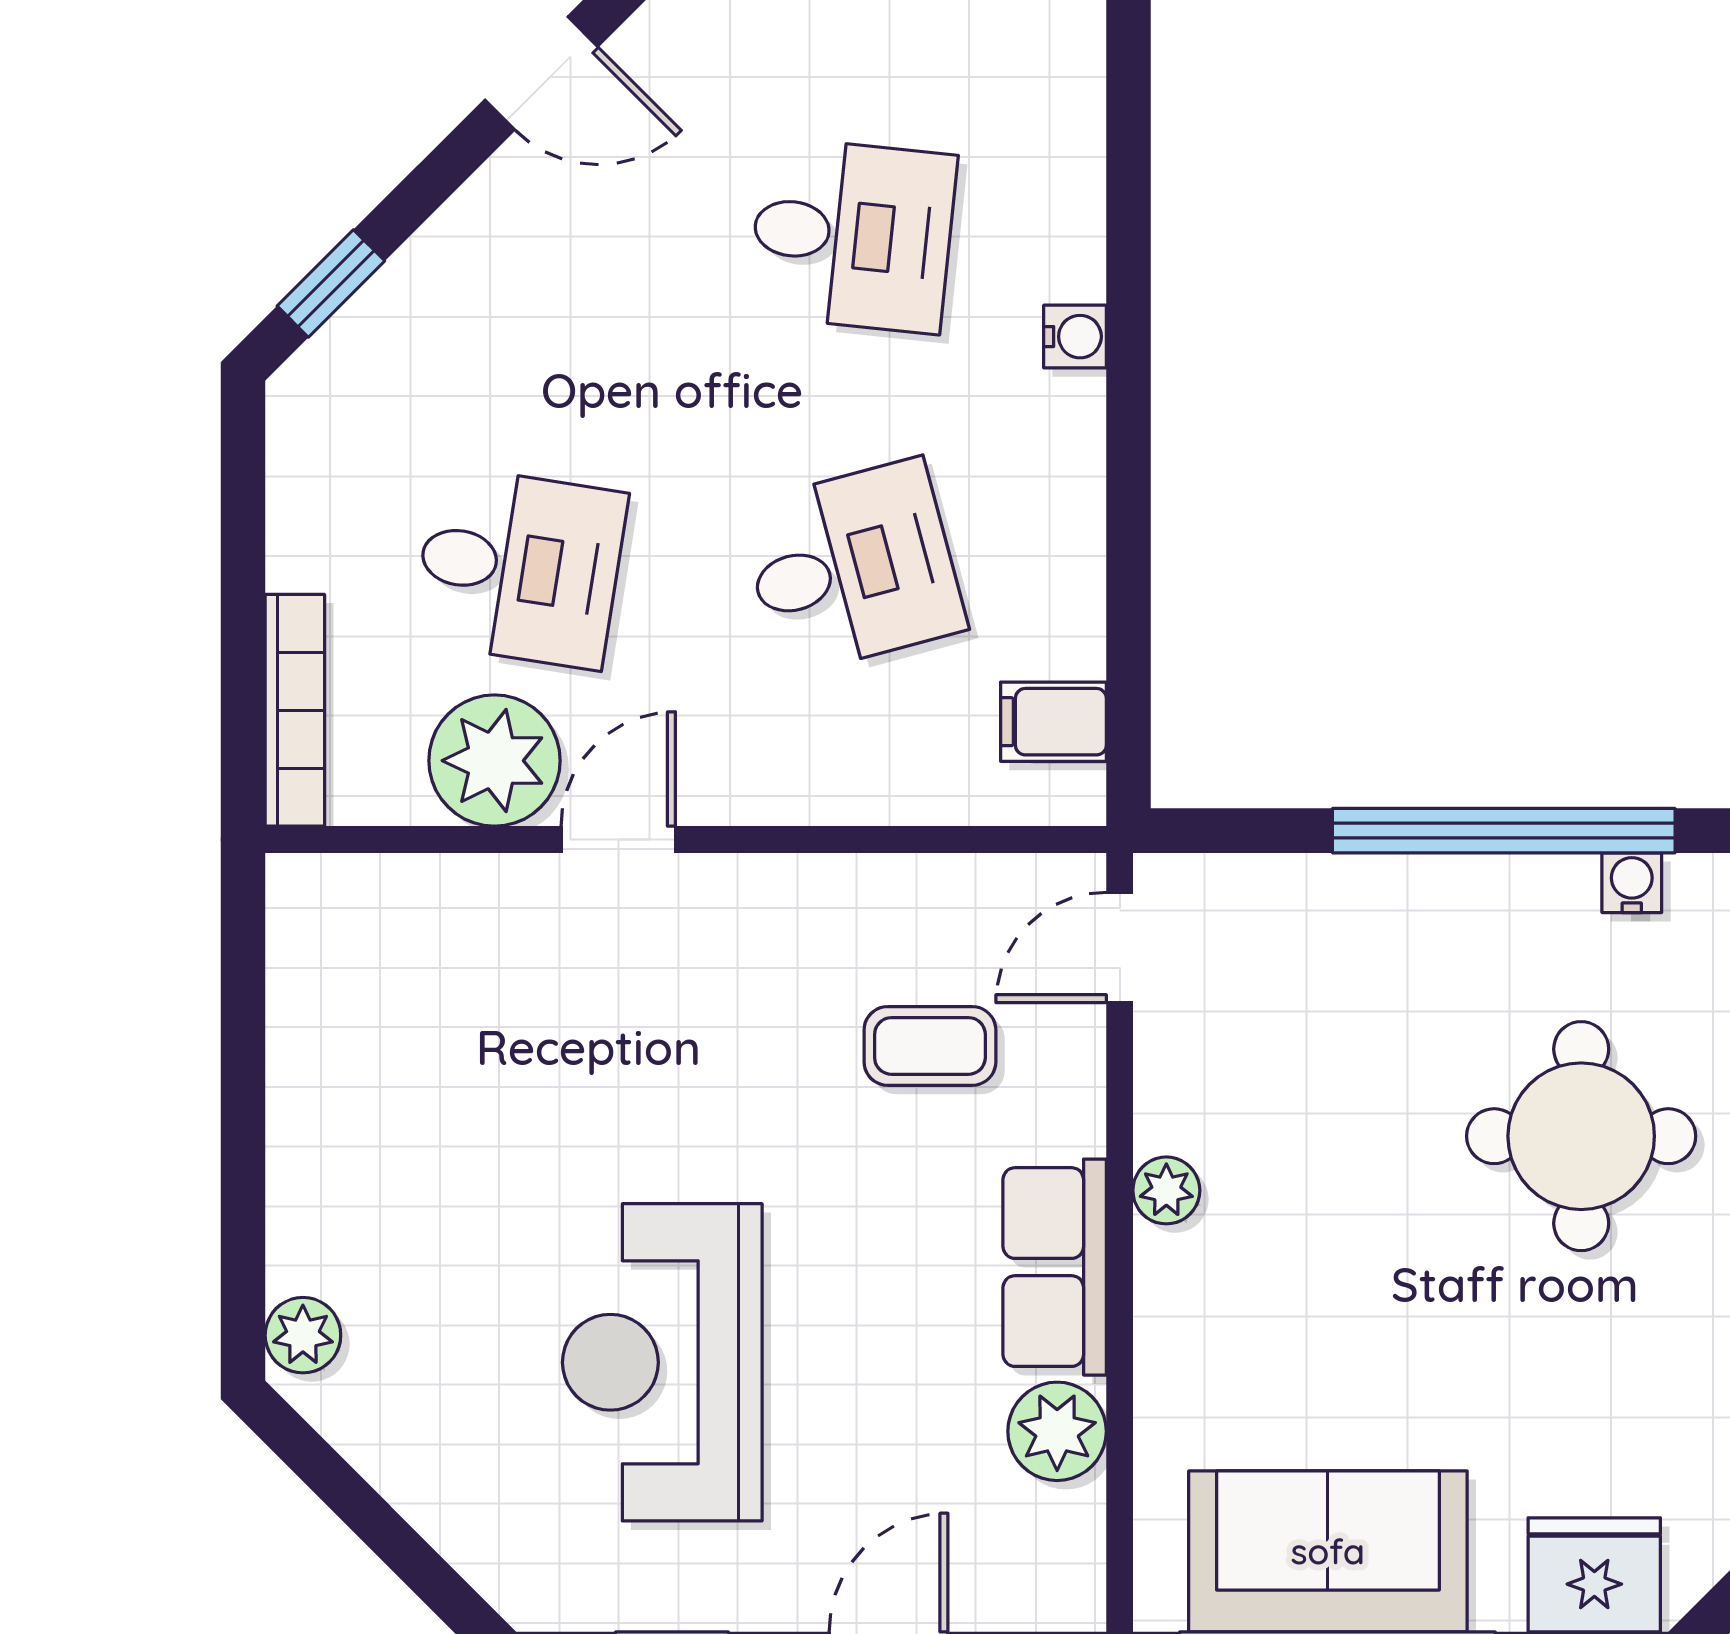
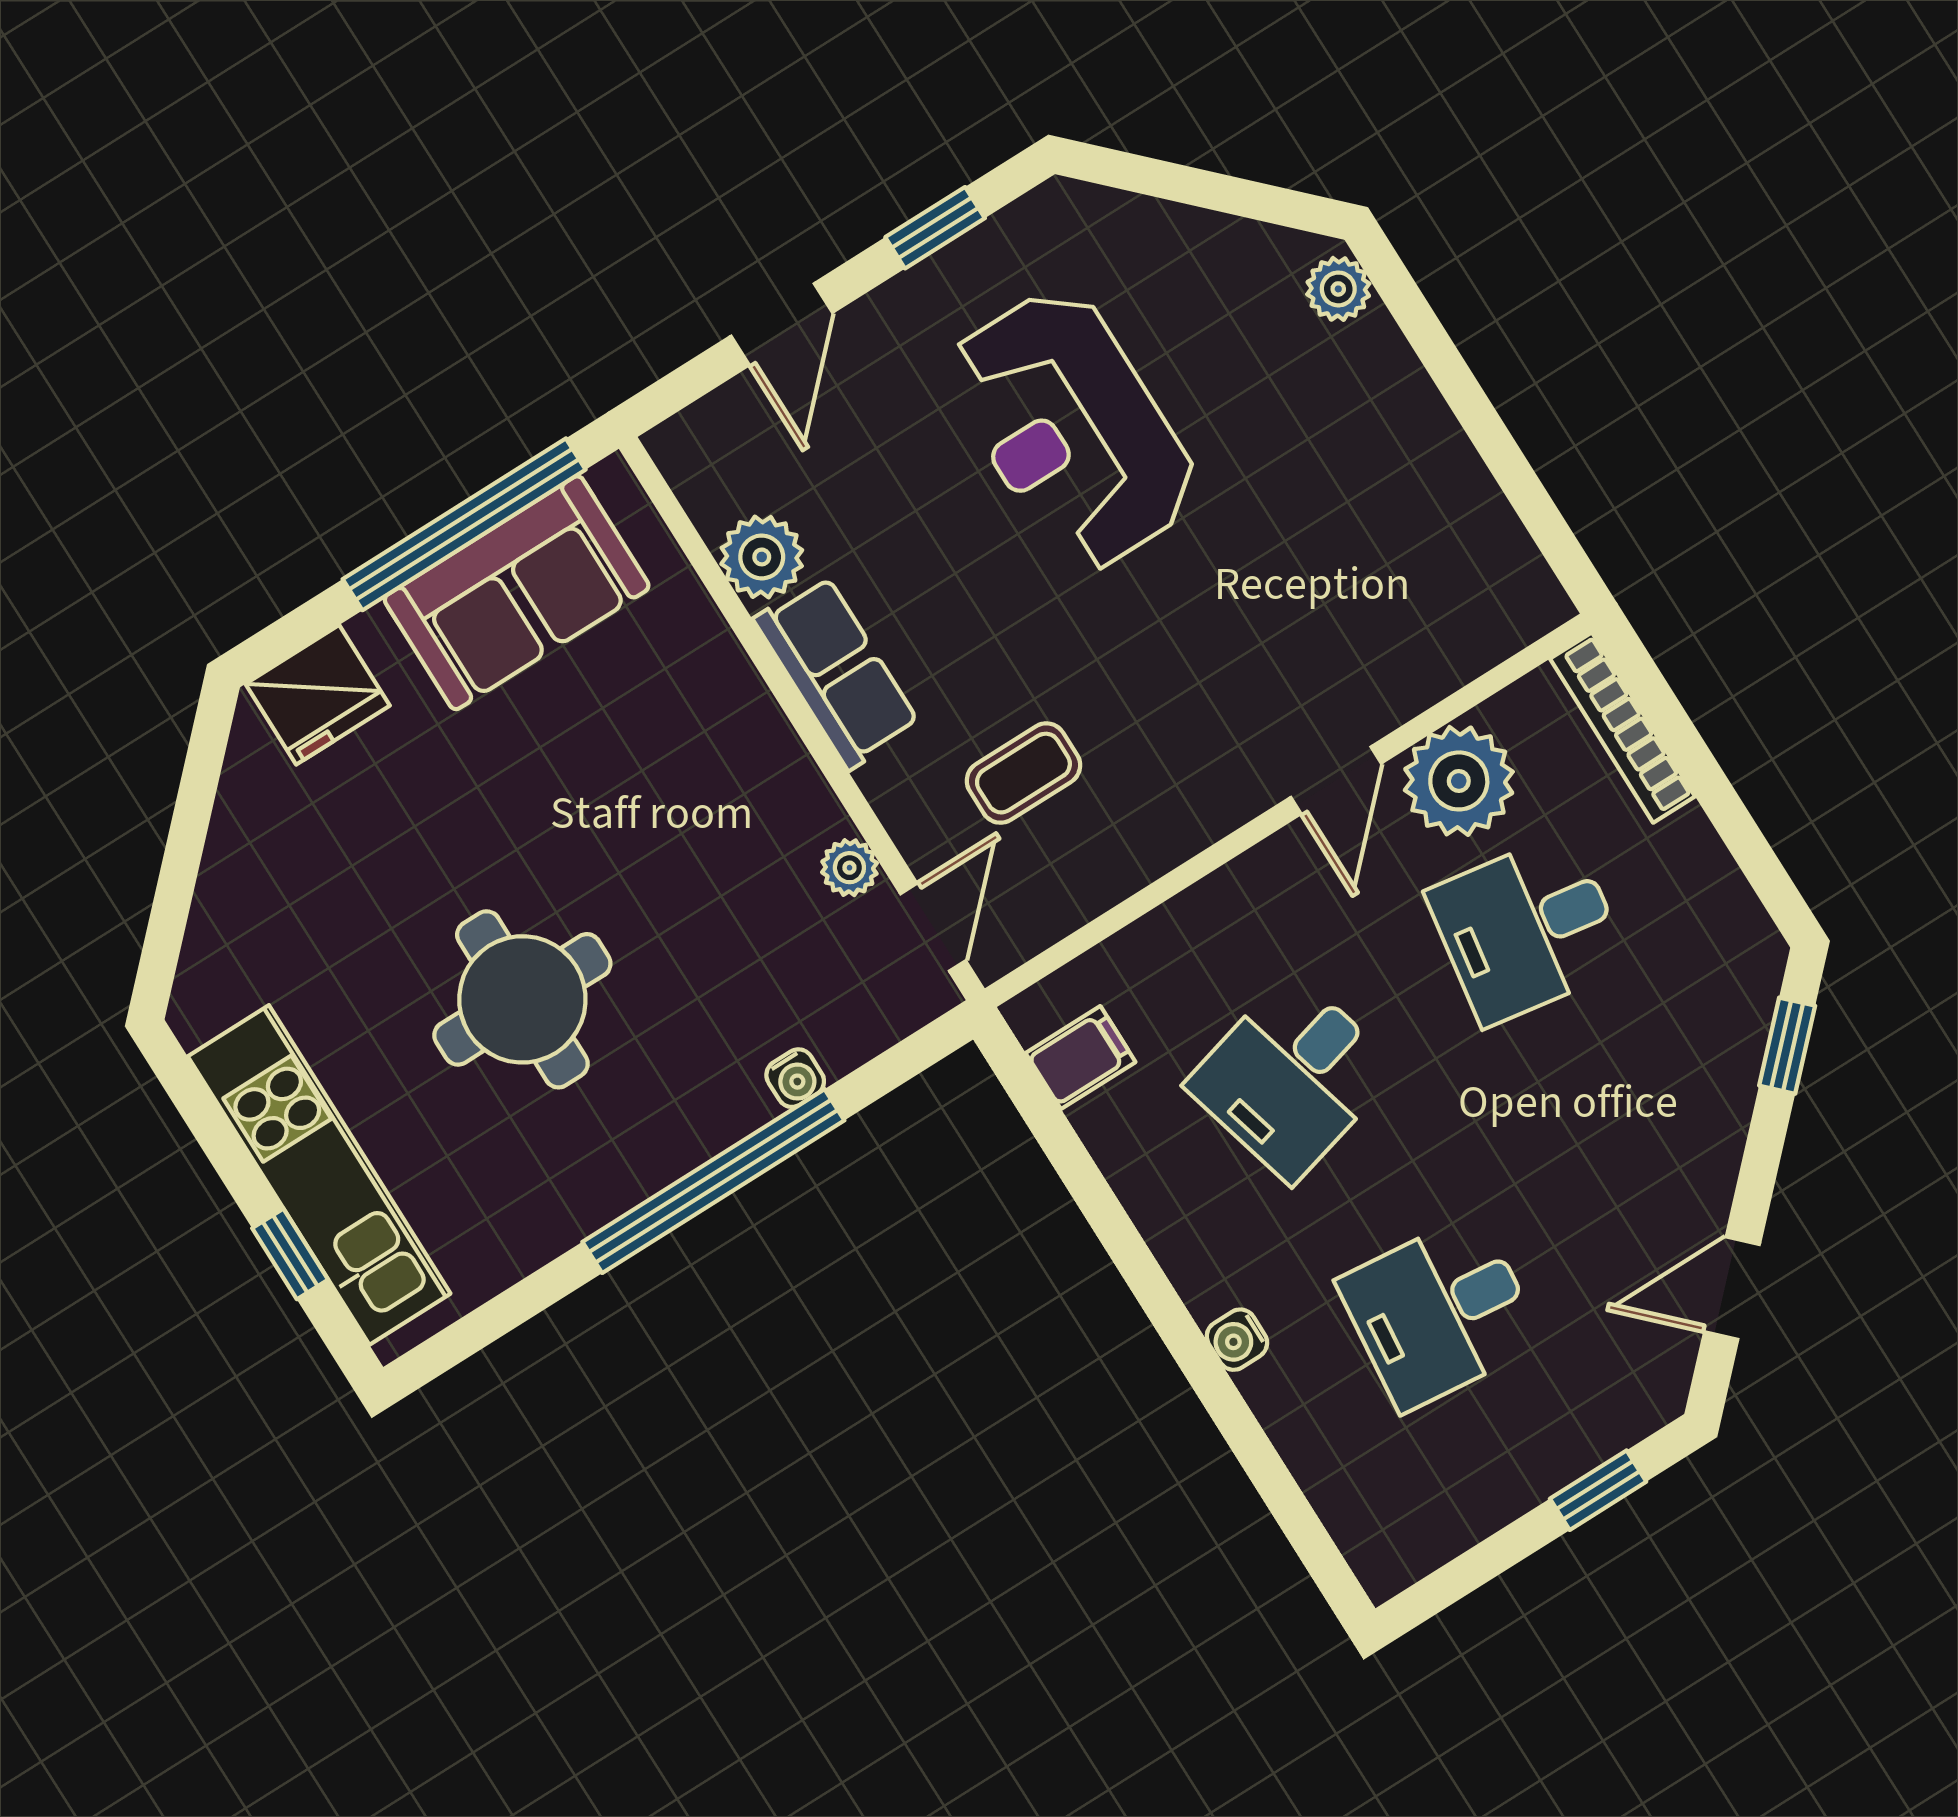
water cooler: (1632, 883) -> (795, 1078), moved
plant: (1166, 1190) -> (849, 868), moved
reception desk: (662, 1362) -> (1072, 430), turned 180

